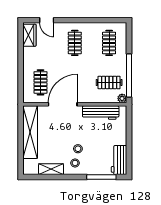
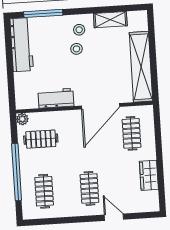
door: (47, 20) -> (114, 217), moved
wardrobe: (29, 35) -> (149, 175), moved
window: (129, 76) -> (17, 172), moved
workbench: (101, 113) -> (56, 98), width x0.73
workbench: (119, 160) -> (22, 45), width x1.37

